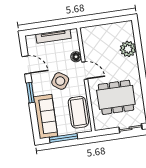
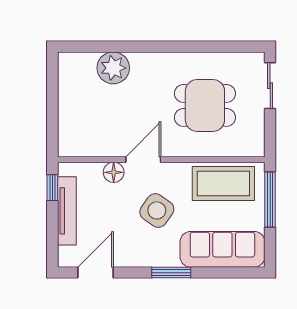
window: (64, 27) -> (52, 188), added
door: (26, 65) -> (96, 273), moved
dining table: (116, 97) -> (205, 105), width x0.73
window: (64, 138) -> (270, 199), moved

